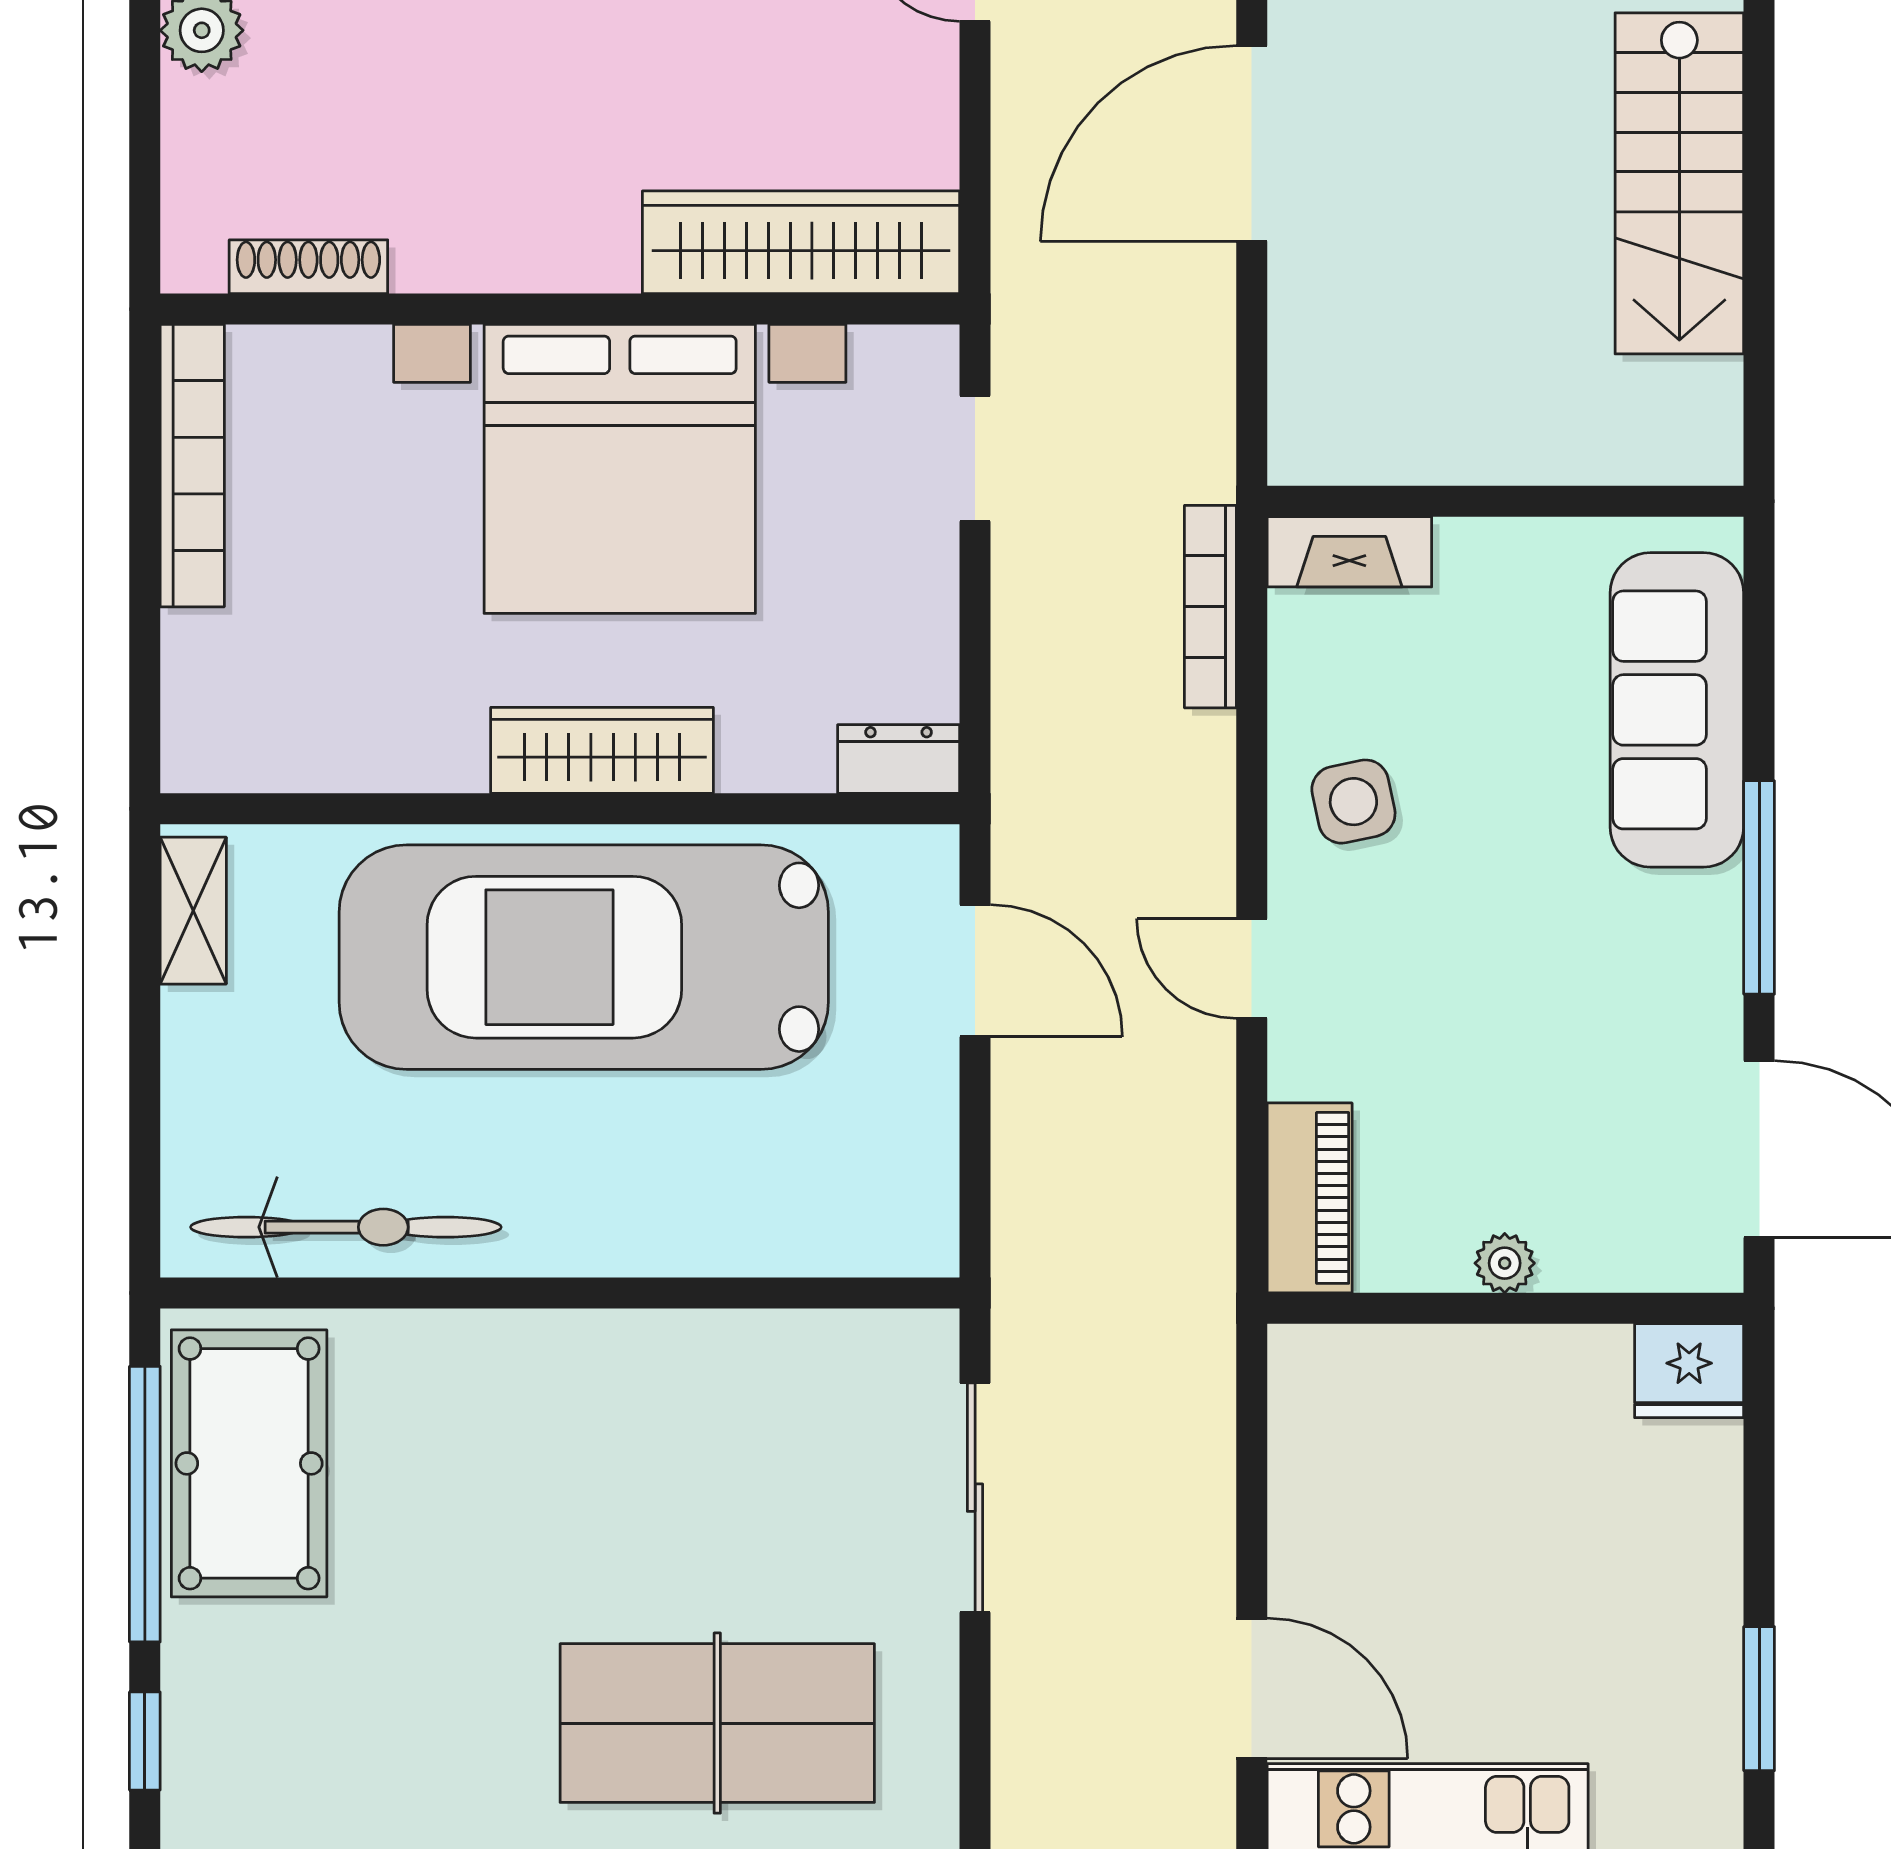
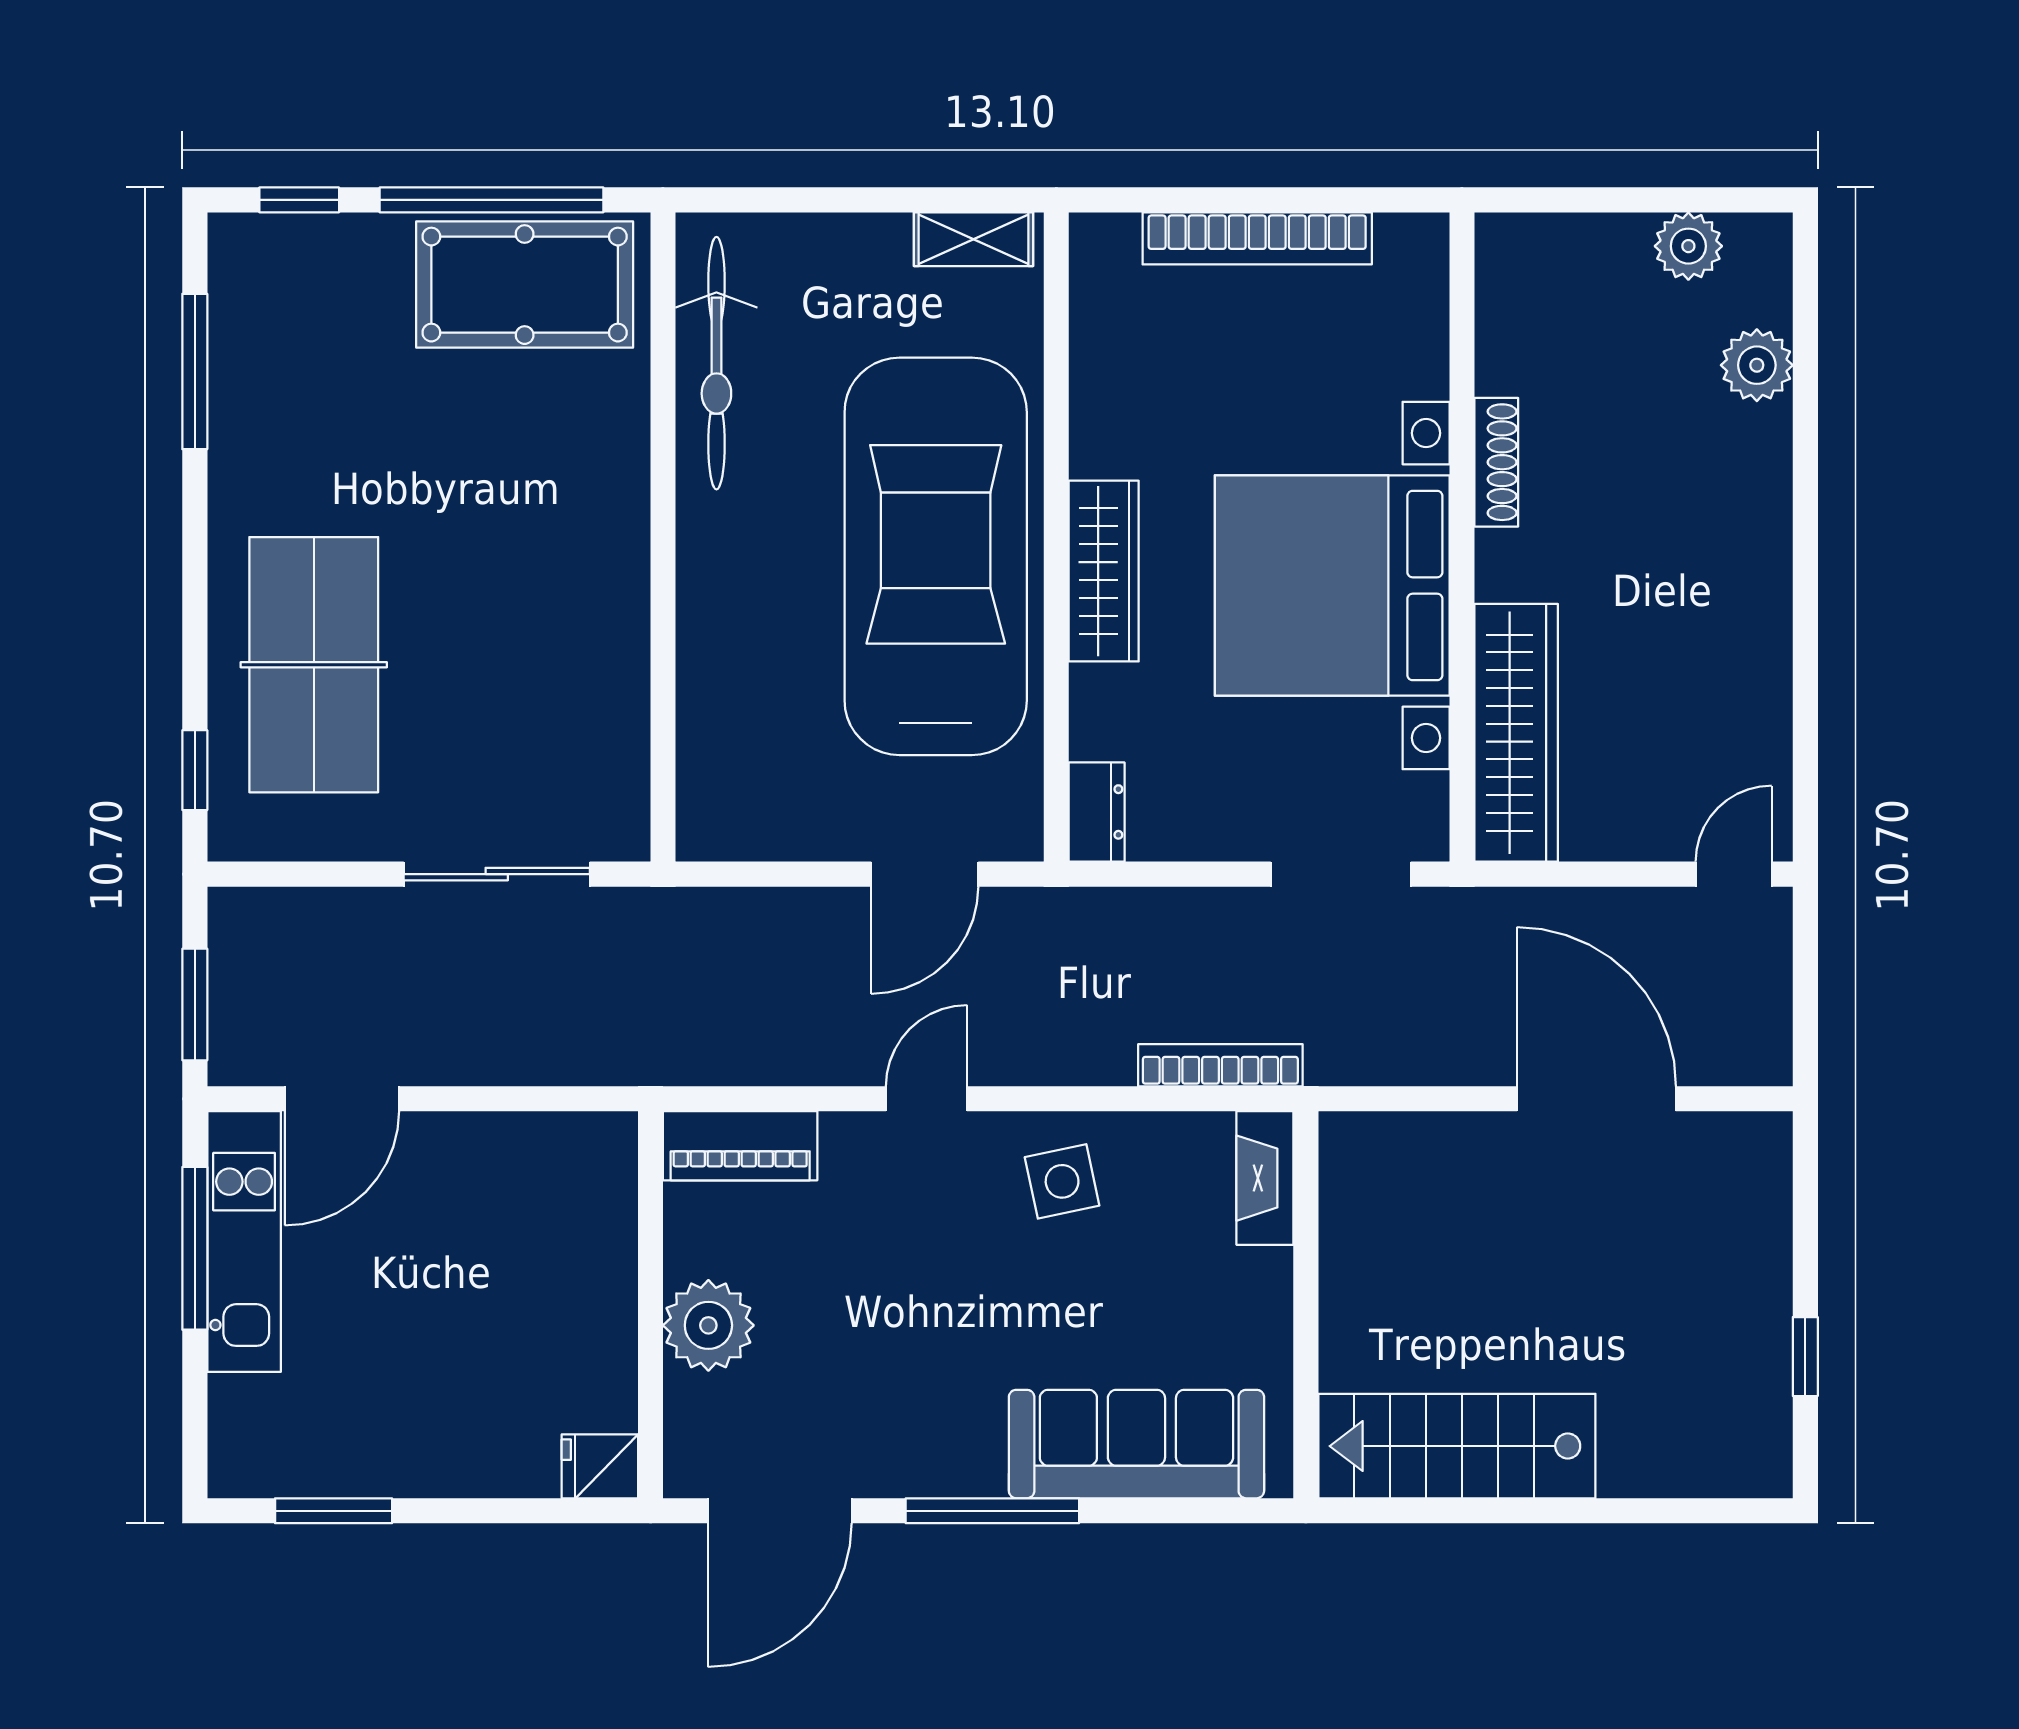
stairs: (1679, 183) -> (1457, 1446), moved
shoe rack: (308, 267) -> (1496, 462), moved
doorway: (975, 459) -> (1341, 874), width x1.38
bookcase: (192, 466) -> (1257, 238), moved
plant: (1505, 1263) -> (708, 1325), width x1.88, depth x1.88
fridge: (1689, 1371) -> (600, 1466), width x0.72

